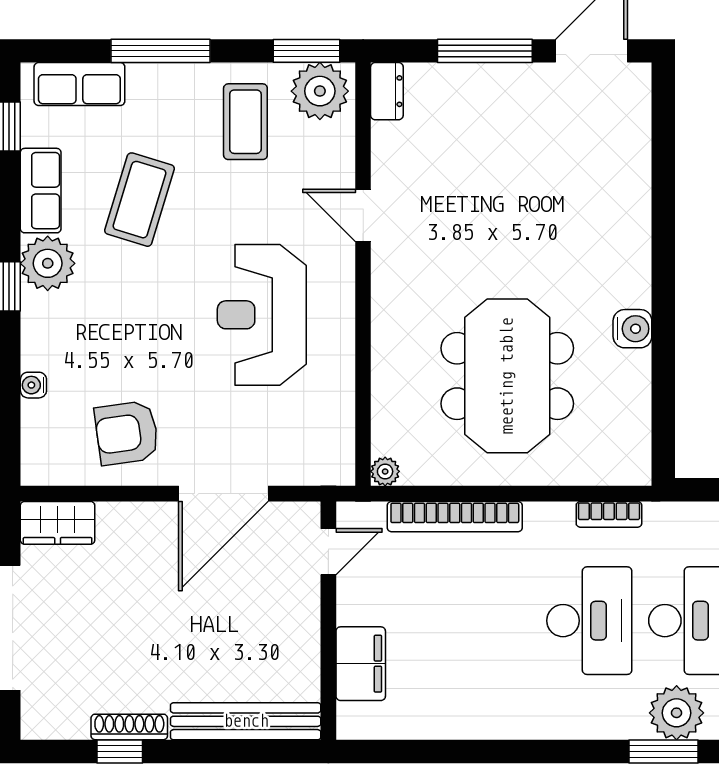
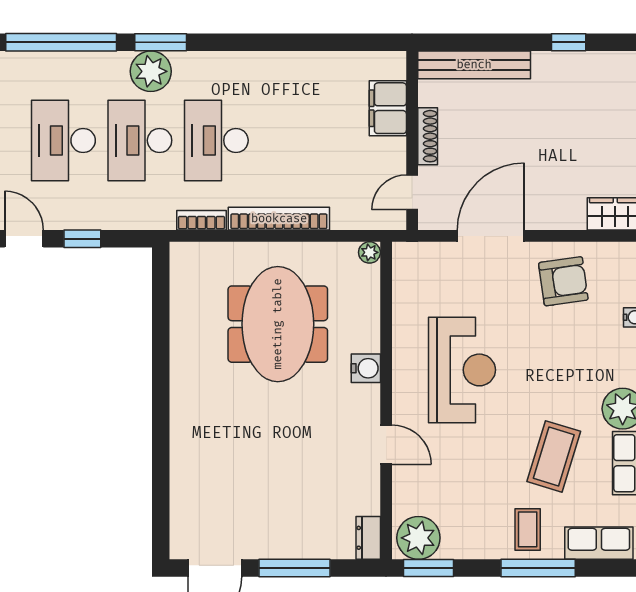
coffee table: (245, 122) -> (528, 529), moved, width x0.73, depth x0.77
water cooler: (632, 329) -> (366, 368), moved, turned 180
bookcase: (455, 517) -> (279, 219), moved
shoe rack: (129, 727) -> (428, 136), moved, turned -90

